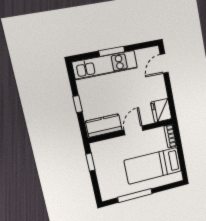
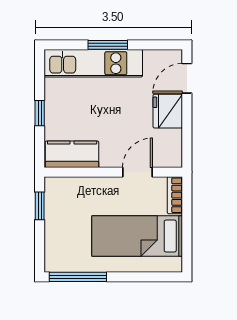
fridge: (161, 110) -> (168, 111), moved
door: (133, 130) -> (137, 172), moved
window: (135, 196) -> (78, 277), moved

